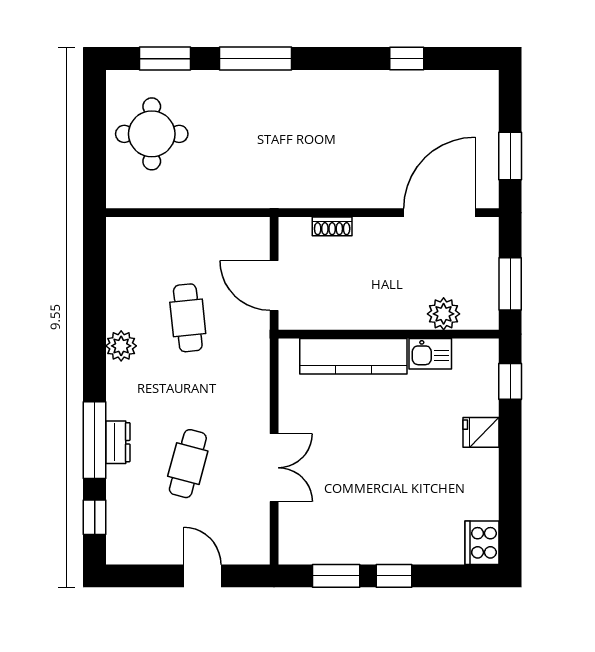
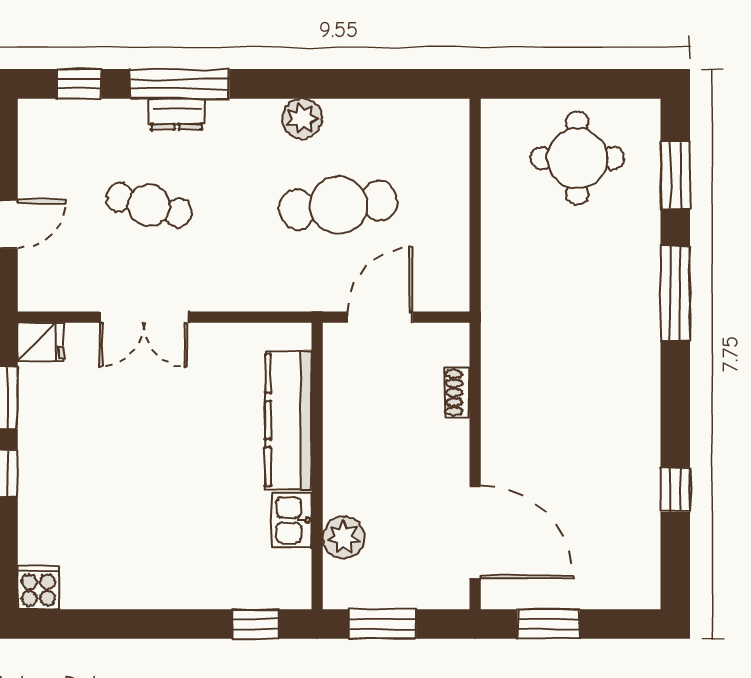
cafe table: (188, 318) -> (338, 205), width x1.37, depth x1.35
fridge: (481, 432) -> (41, 342), moved, turned 90
cooker: (482, 543) -> (38, 587), width x0.73

